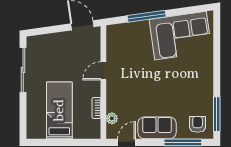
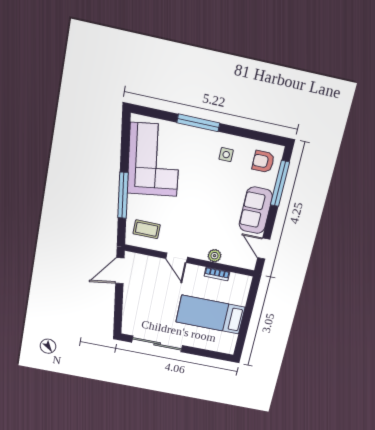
coffee table: (123, 41) -> (147, 229), added
side table: (197, 93) -> (226, 155), added
window: (217, 114) -> (198, 123), moved
plant: (112, 118) -> (215, 256), moved

